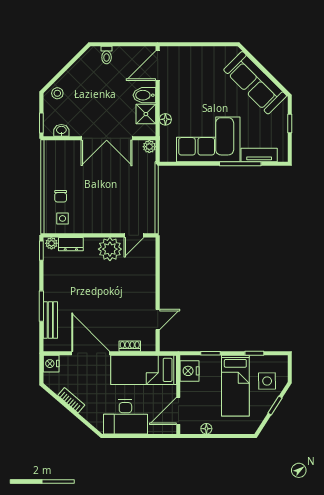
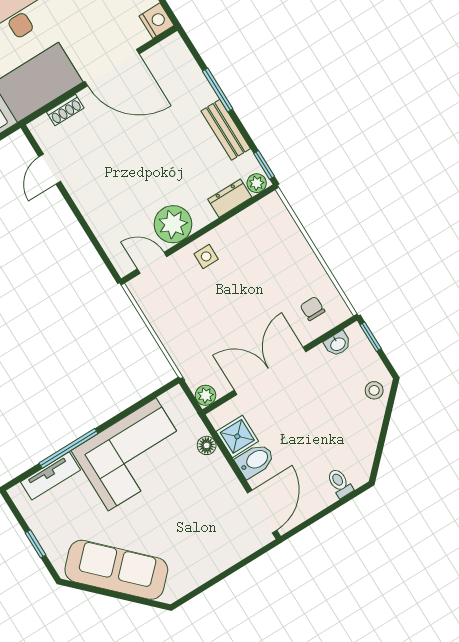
chair: (61, 196) -> (312, 309), moved
side table: (63, 218) -> (206, 256), moved
door: (134, 235) -> (152, 263), hinge flipped
bench: (50, 320) -> (226, 130), moved

